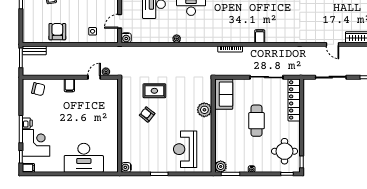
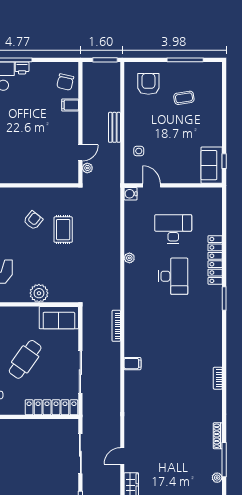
armchair: (57, 32) -> (148, 84), moved, turned -90
bench: (34, 50) -> (114, 127), moved
door: (94, 77) -> (80, 153), hinge flipped
filing cabinet: (69, 85) -> (70, 105), moved
cafe table: (257, 121) -> (25, 359), turned -55

